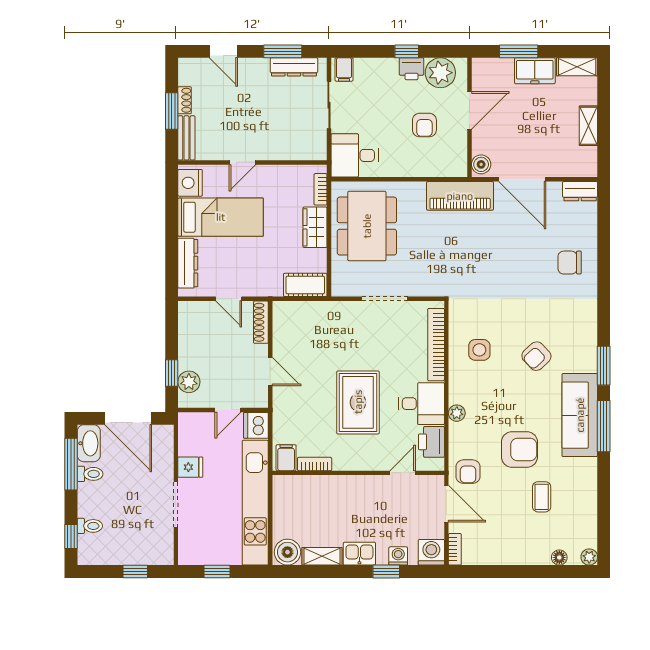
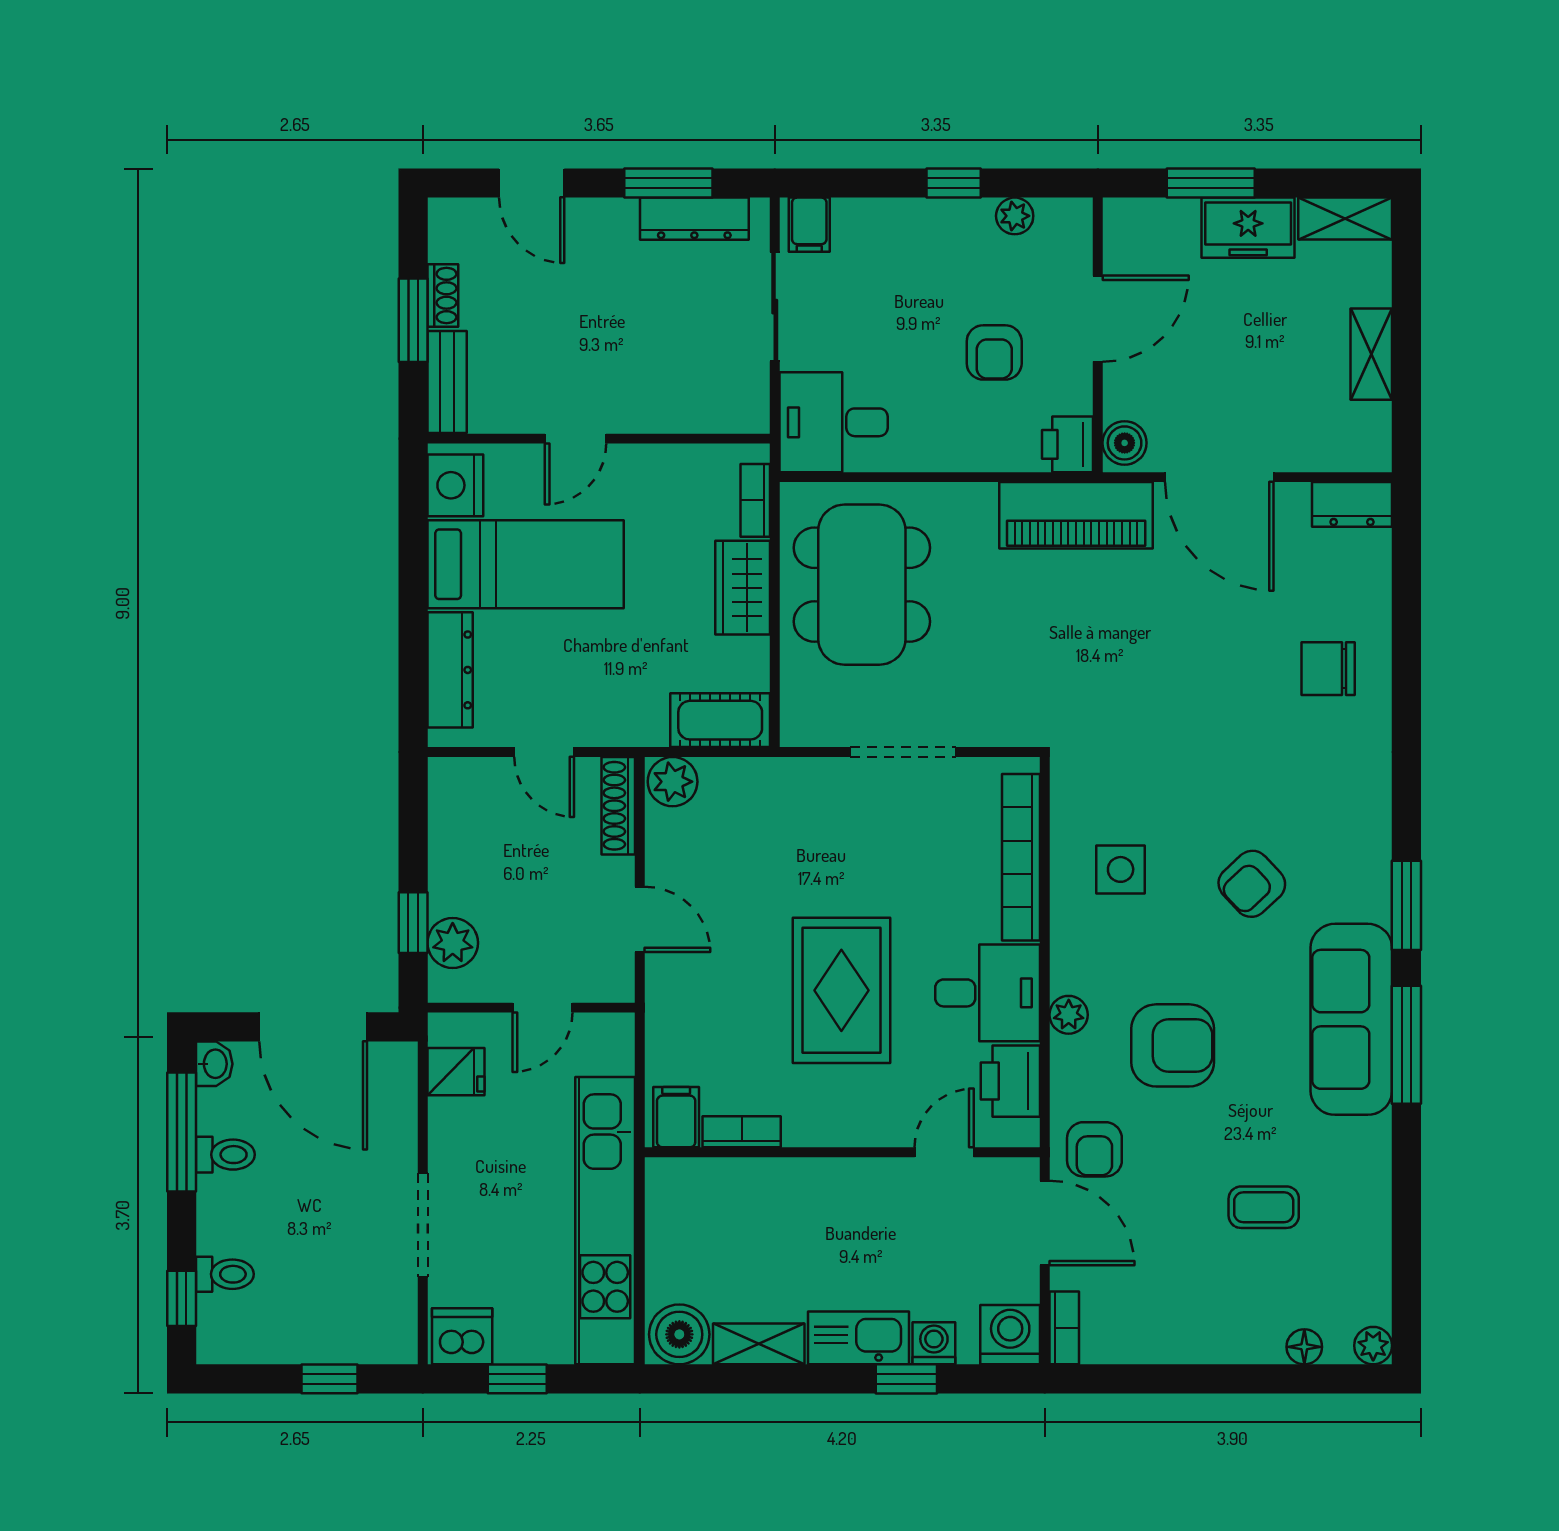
printer: (411, 69) -> (1068, 444), moved, turned 90
plant: (440, 73) -> (1015, 216), width x0.53, depth x0.53
plant: (285, 312) -> (673, 782), added
dishwasher: (256, 425) -> (462, 1336), moved, turned 90
washbasin: (89, 443) -> (214, 1064), width x0.52, depth x0.69
armchair: (519, 449) -> (1173, 1045), moved
fridge: (190, 467) -> (456, 1072), moved
coffee table: (542, 497) -> (1264, 1207), turned 90
kitchen sink: (359, 554) -> (858, 1338), width x1.38

